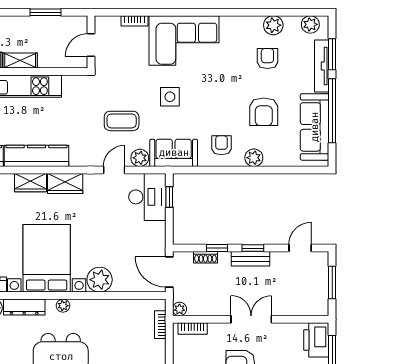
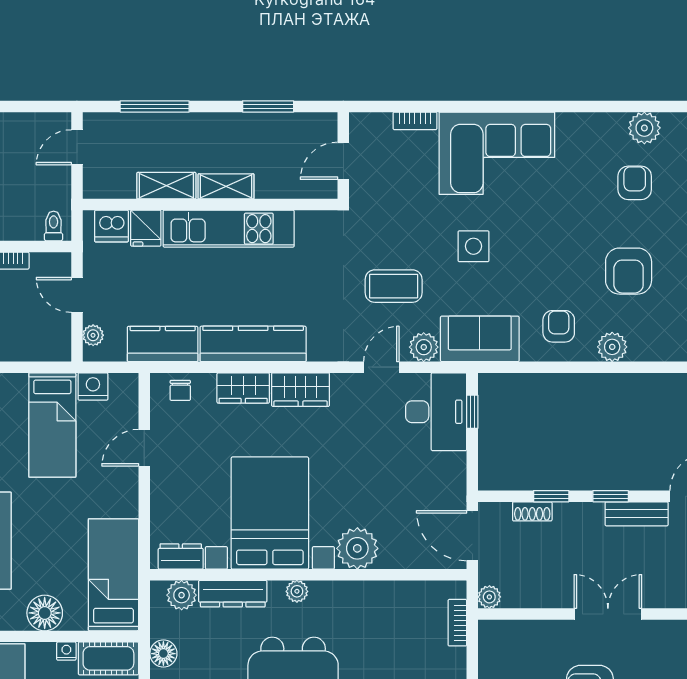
bench: (250, 259) -> (637, 514), moved
bookcase: (193, 329) -> (511, 629), removed

